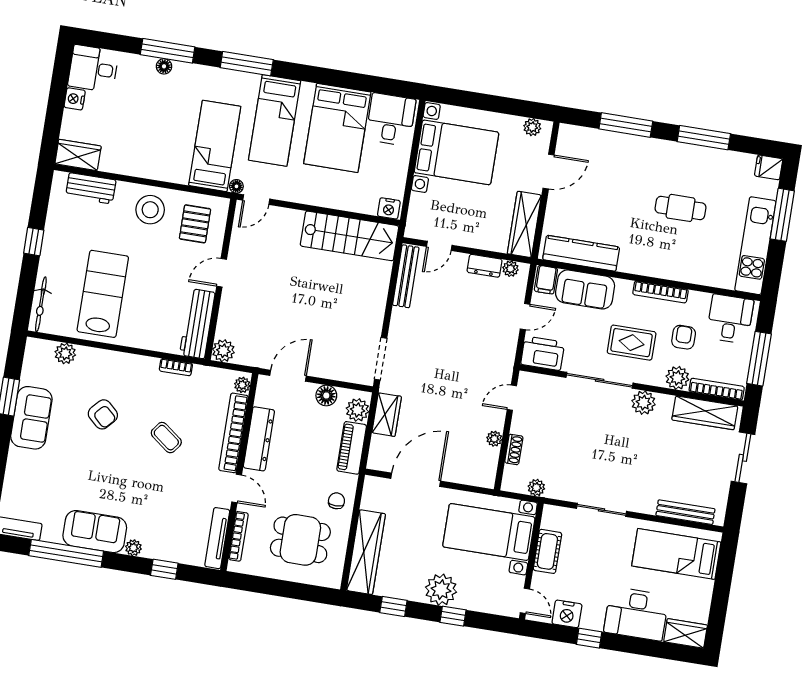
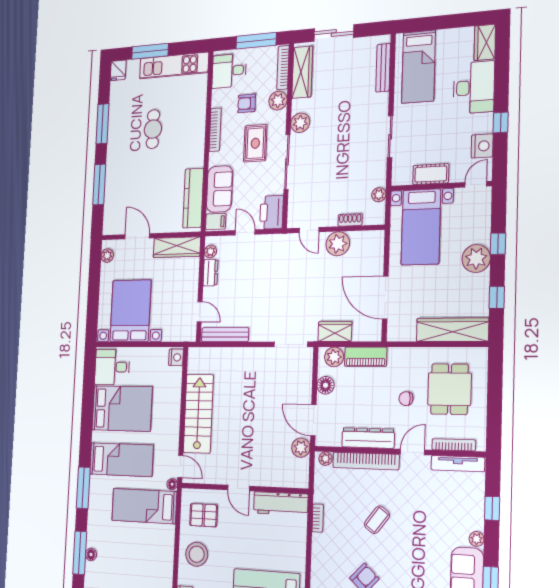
stairs: (350, 236) -> (198, 414), moved
plant: (223, 351) -> (301, 448), moved
plant: (494, 439) -> (338, 244), width x1.87, depth x1.87
chair: (336, 501) -> (406, 399), moved

